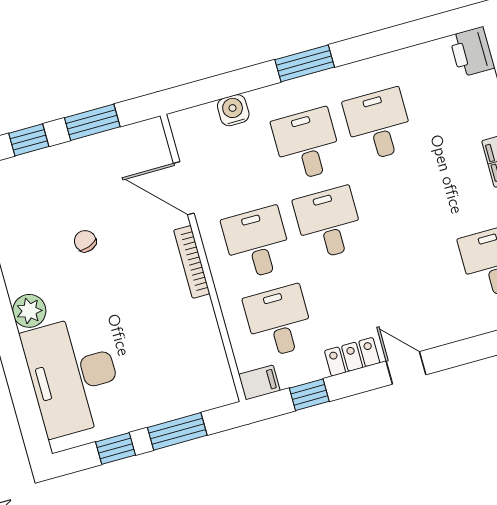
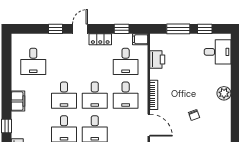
desk: (400, 203) -> (64, 95), added
printer: (206, 346) -> (157, 60), added
window: (463, 352) -> (55, 29), added
door: (406, 368) -> (80, 29), swing flipped
desk: (73, 376) -> (218, 52), width x0.53, depth x0.77

